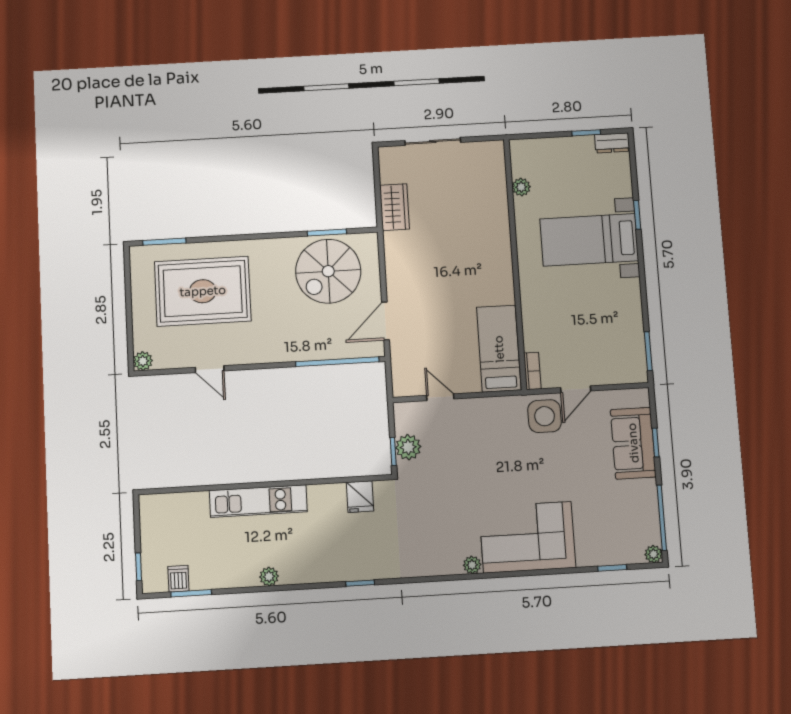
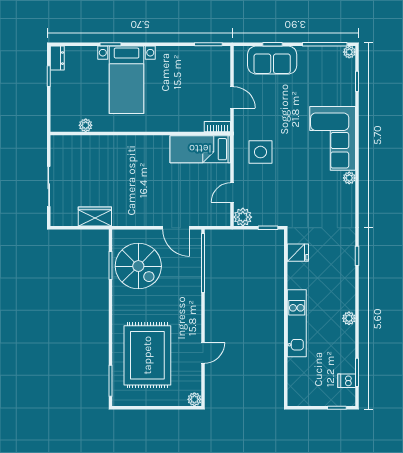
side table: (545, 416) -> (260, 152), moved
plant: (408, 447) -> (243, 217), moved

